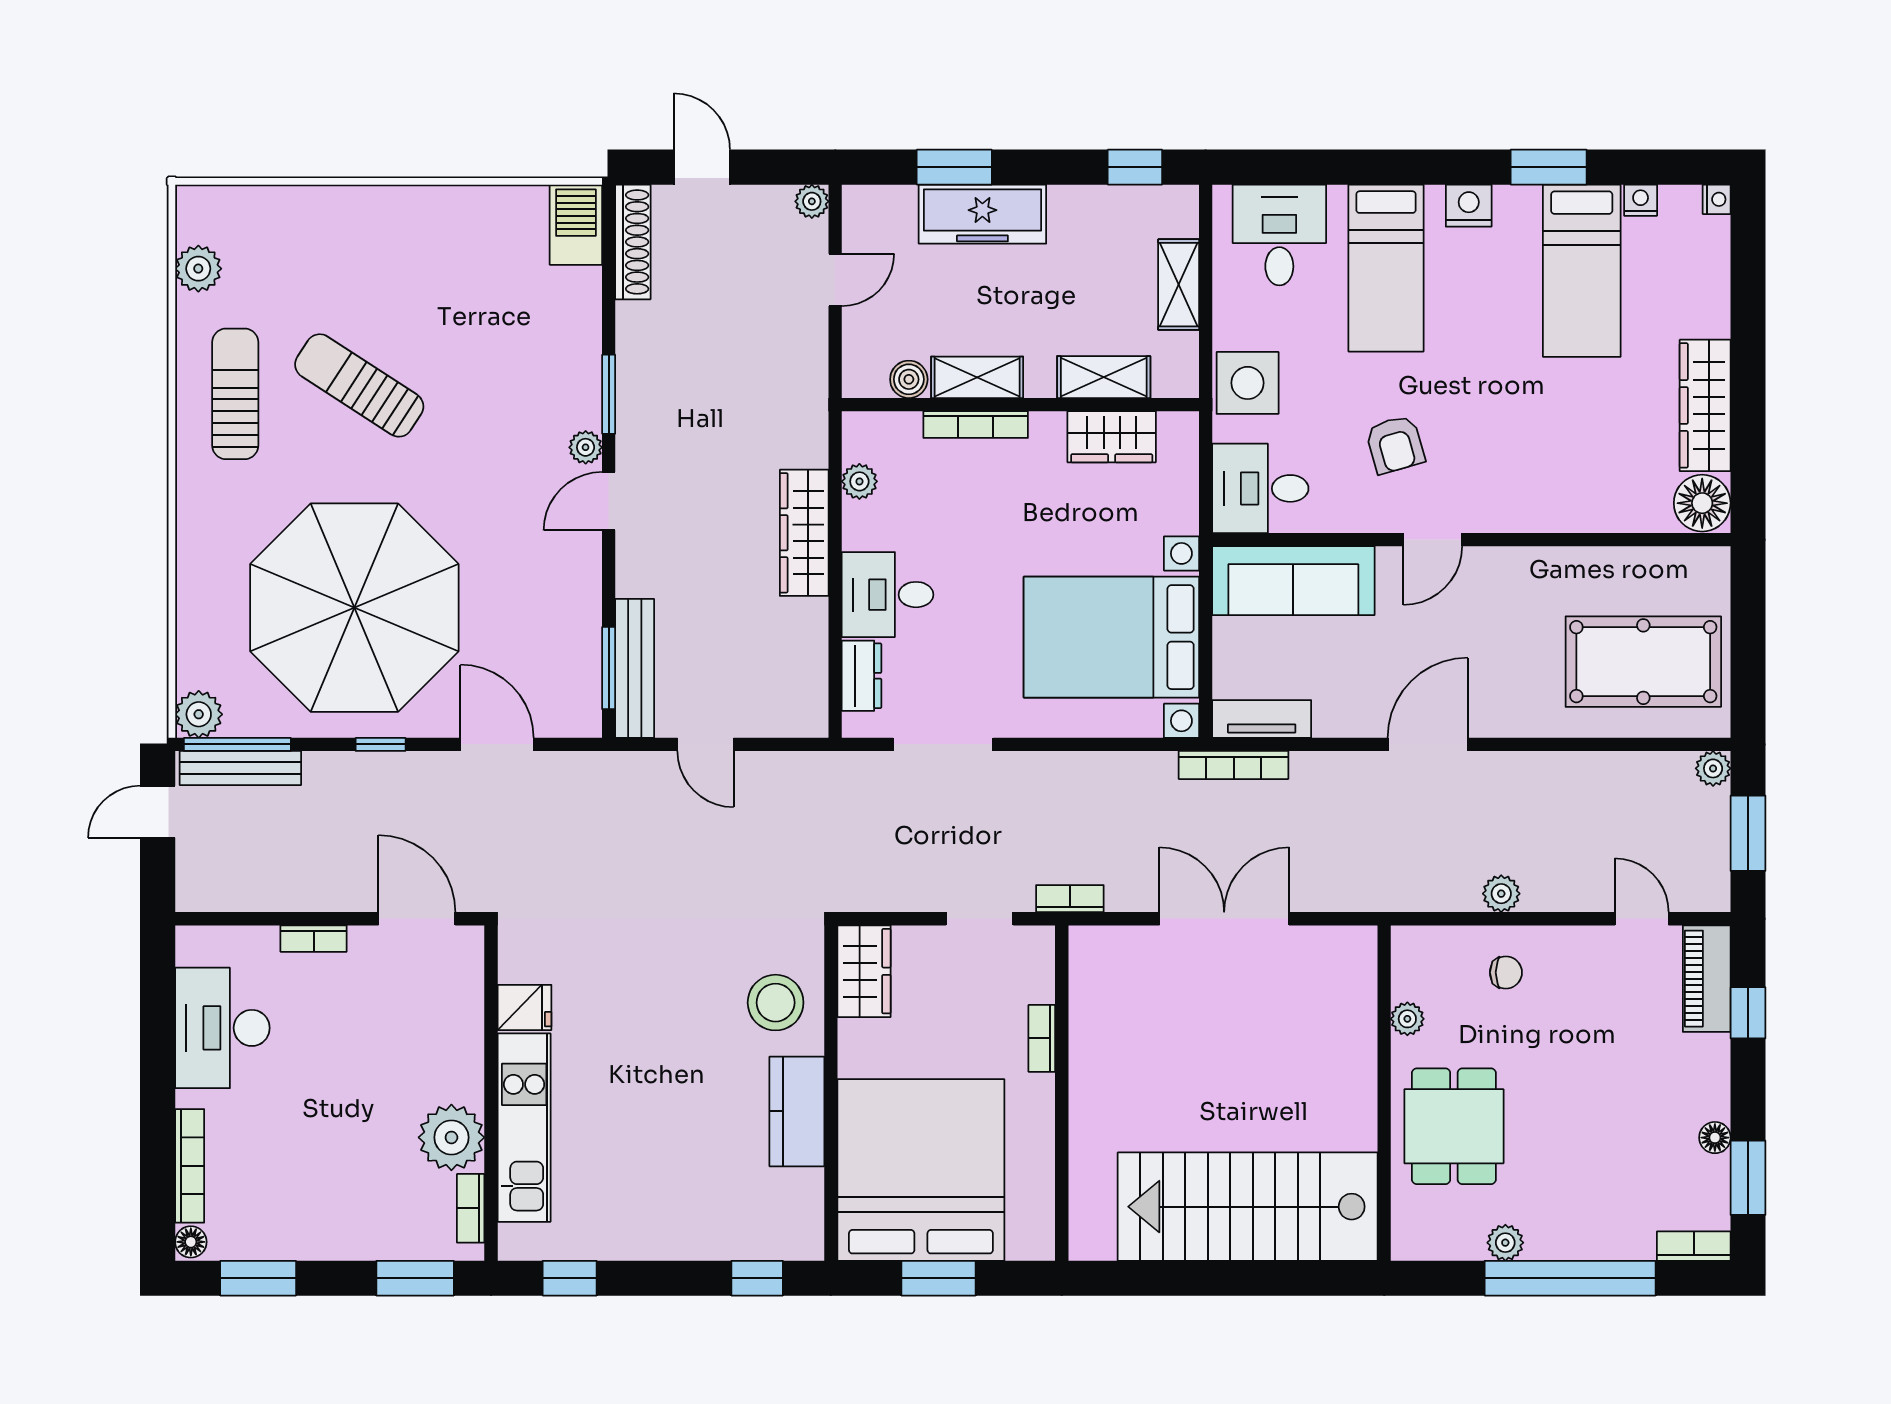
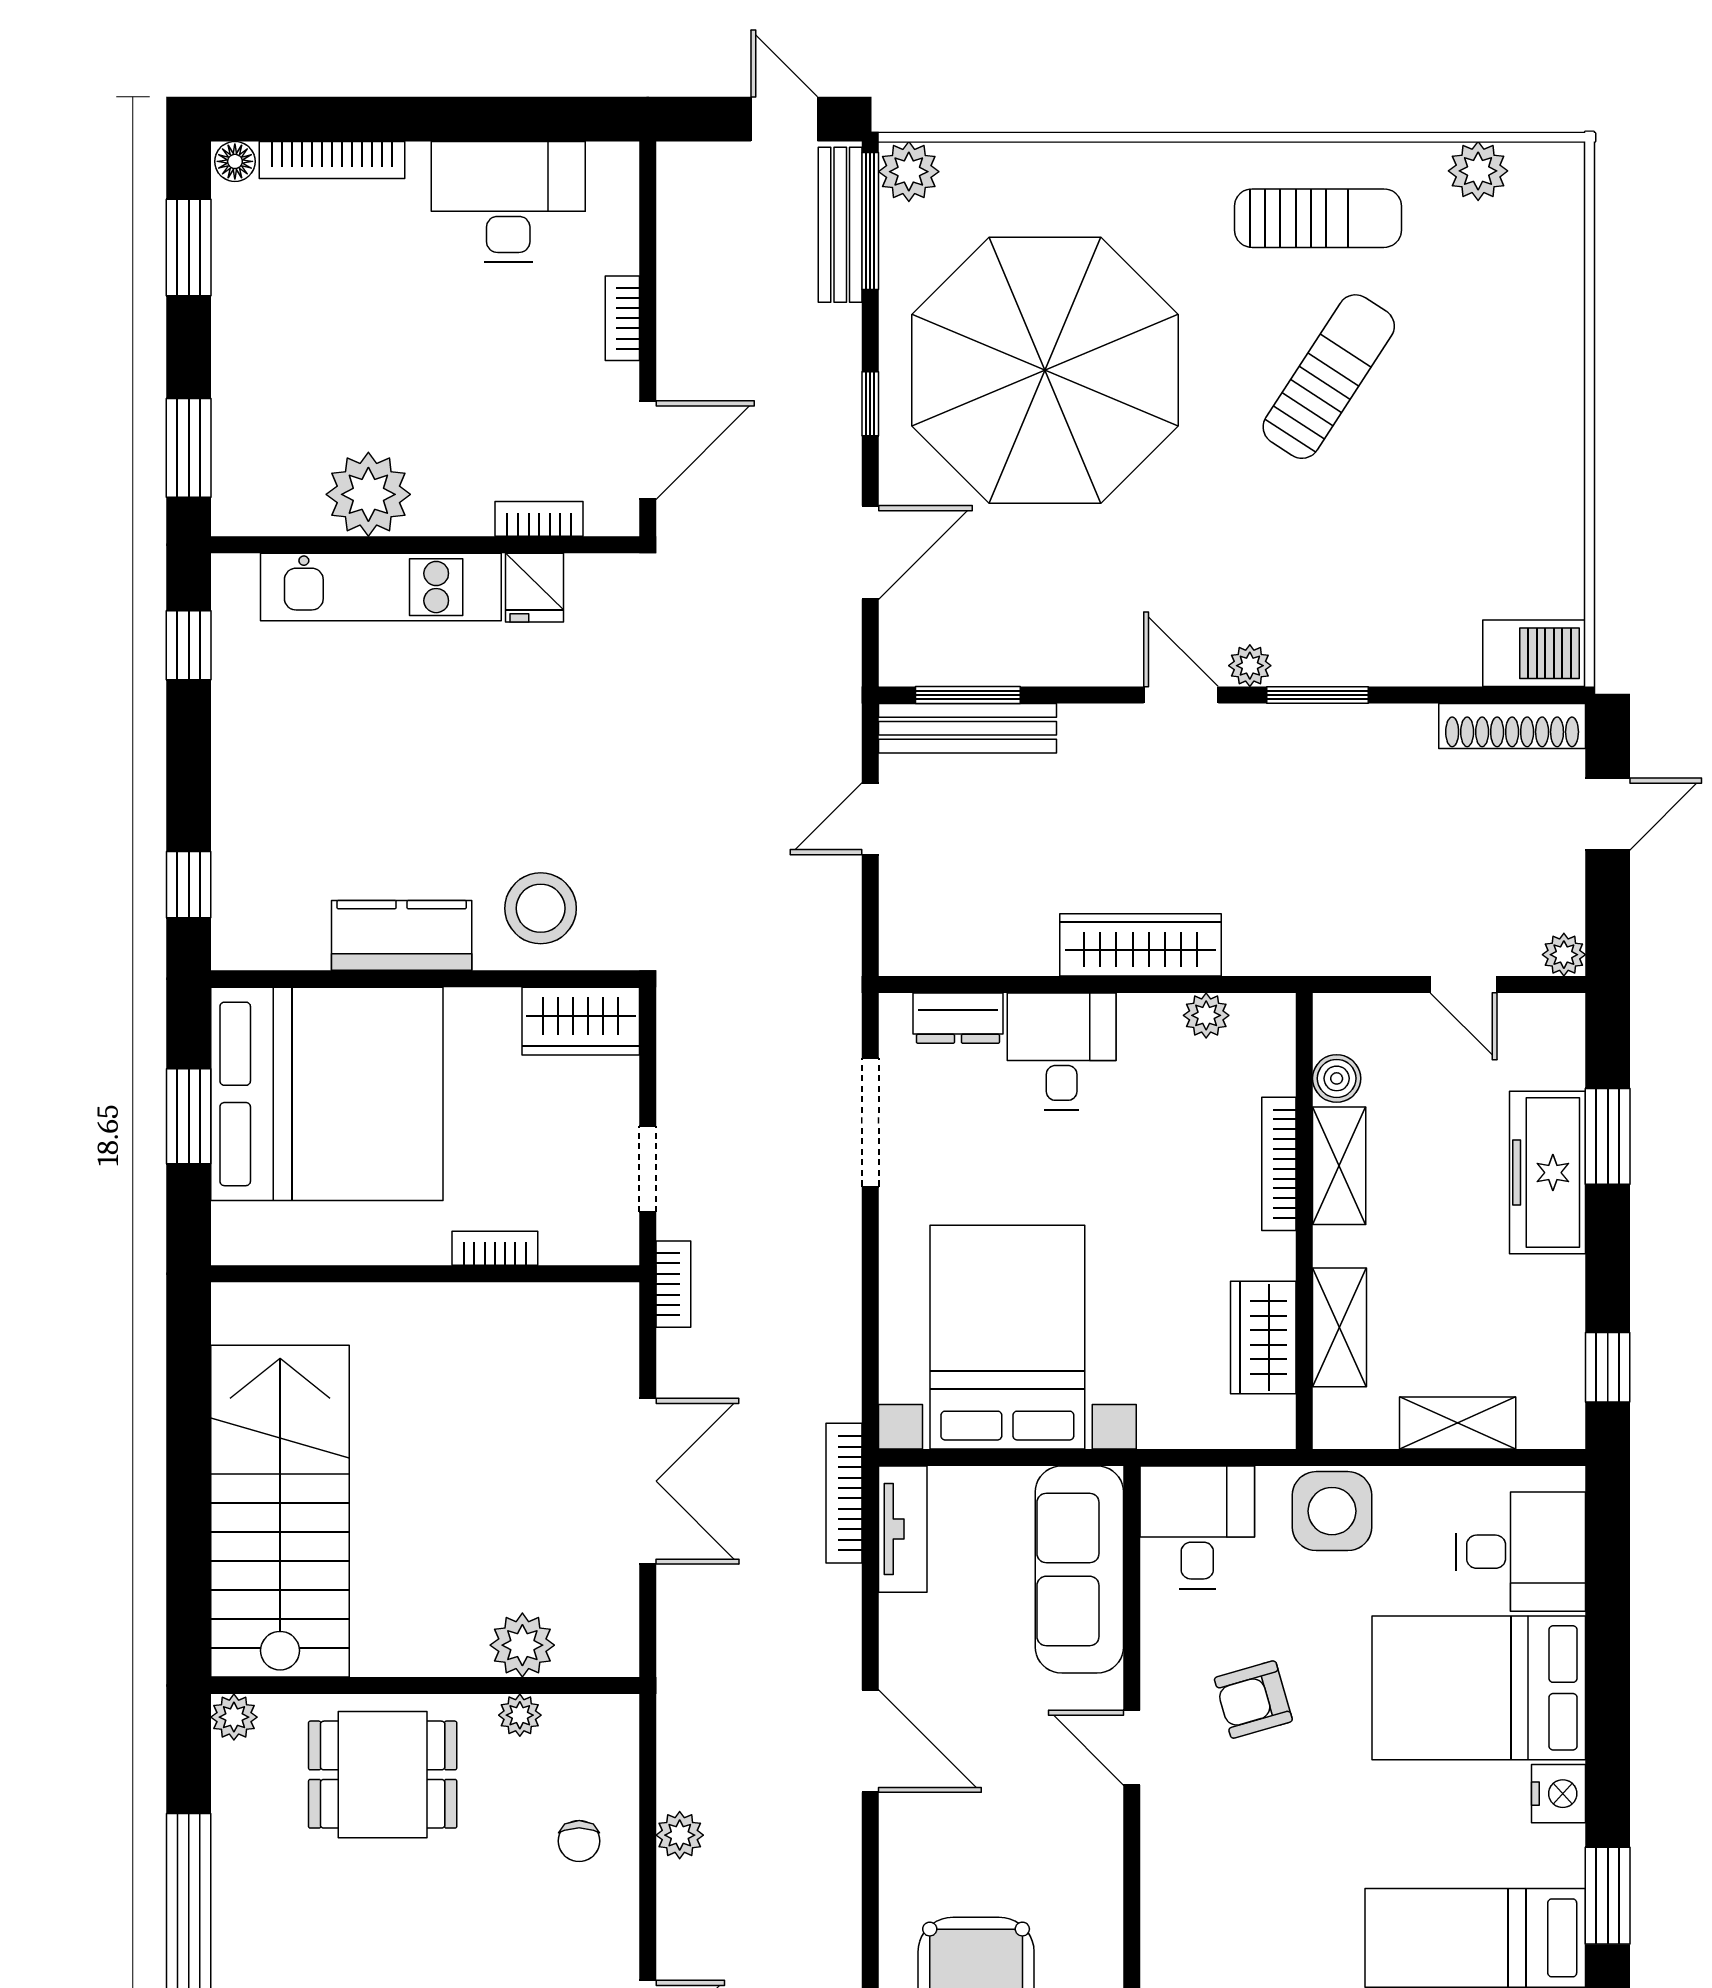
bed: (1386, 268) -> (1479, 1688), width x1.50
plant: (1352, 1017) -> (522, 1645), added
bookcase: (471, 1208) -> (539, 519), moved
plant: (1505, 1243) -> (234, 1717), moved

